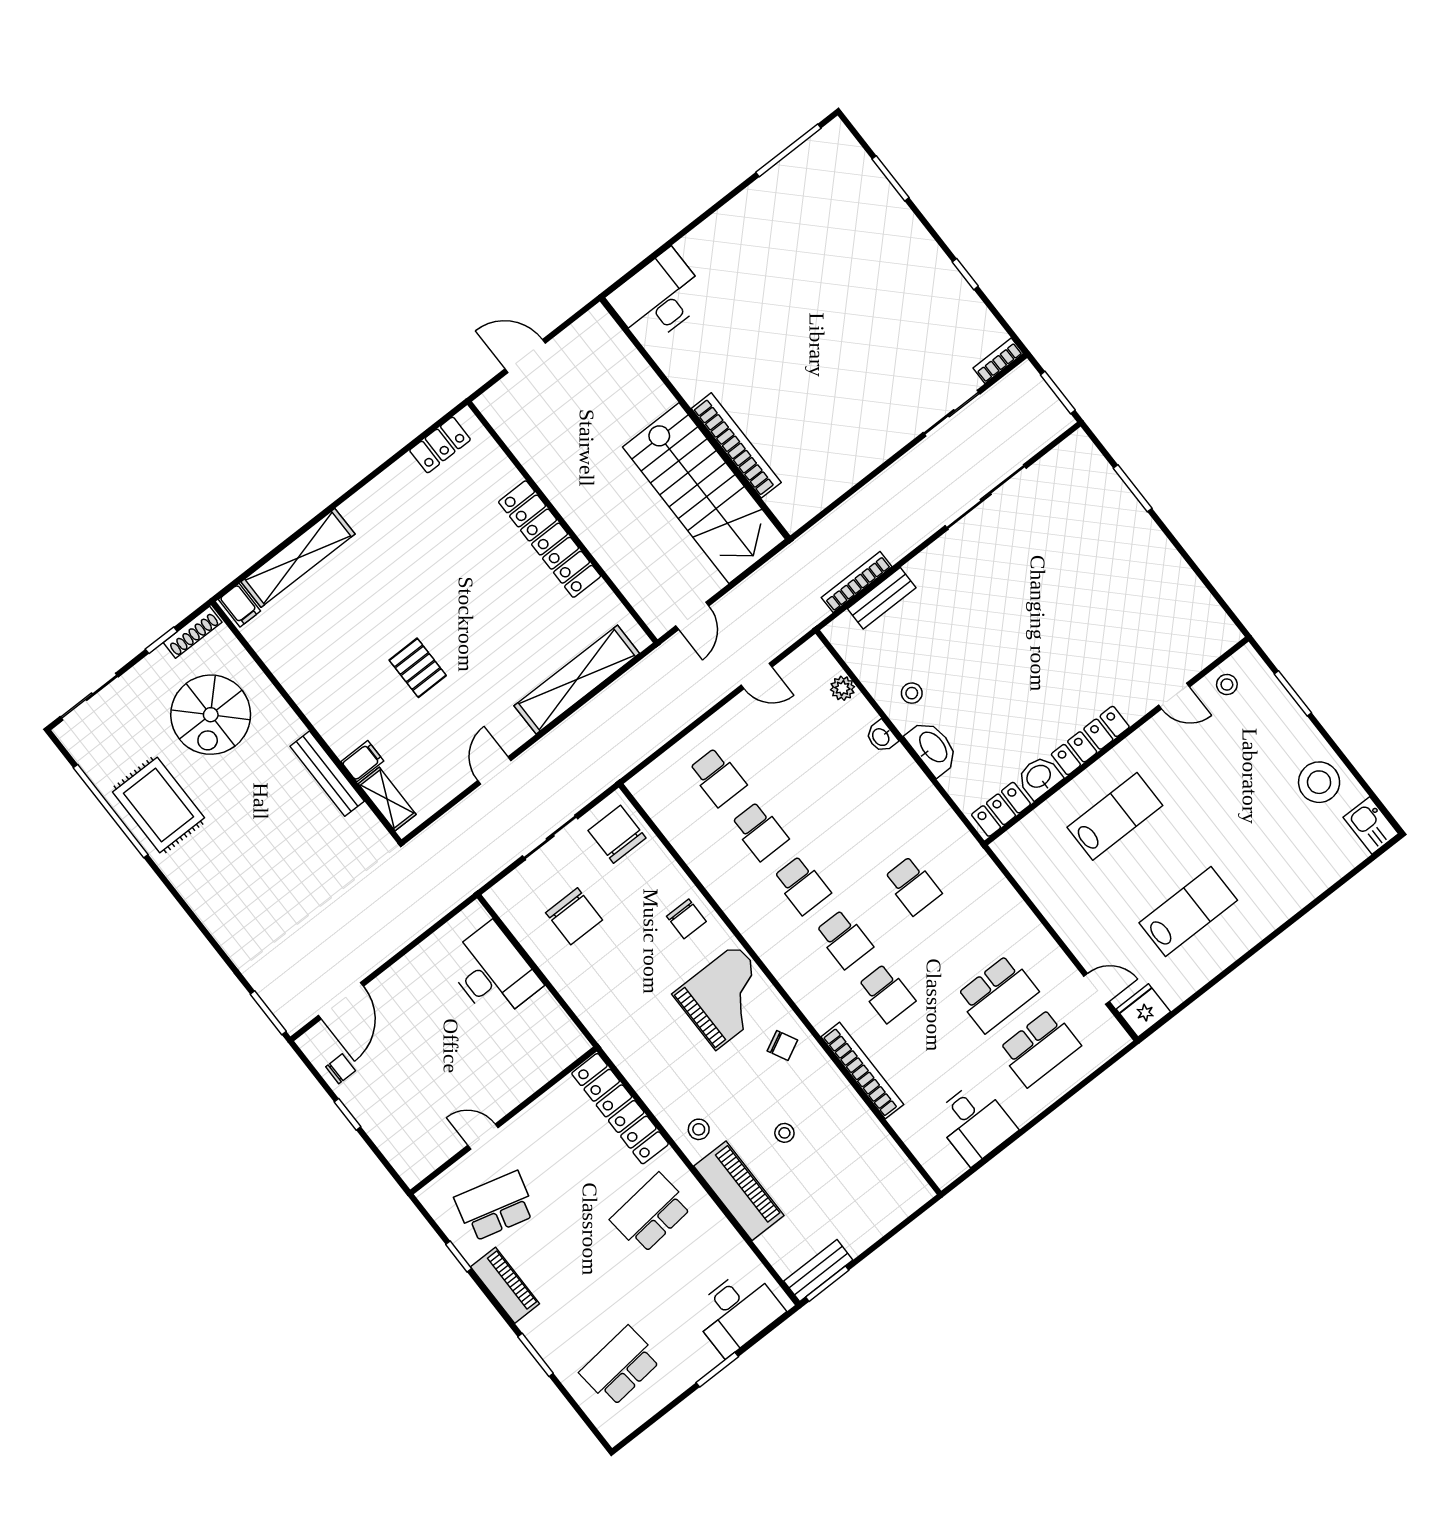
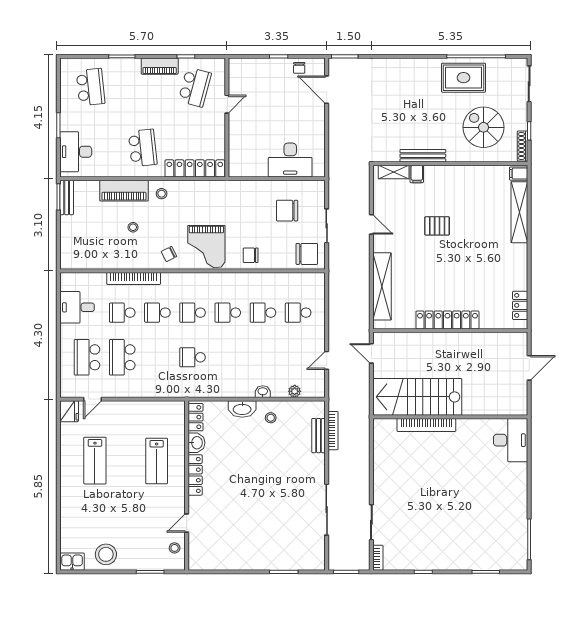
school desk: (929, 1047) -> (122, 313), added

